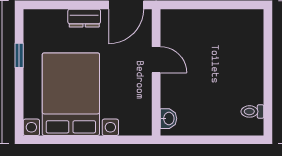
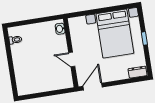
dresser: (84, 18) -> (138, 72), moved
window: (19, 55) -> (144, 38), moved

